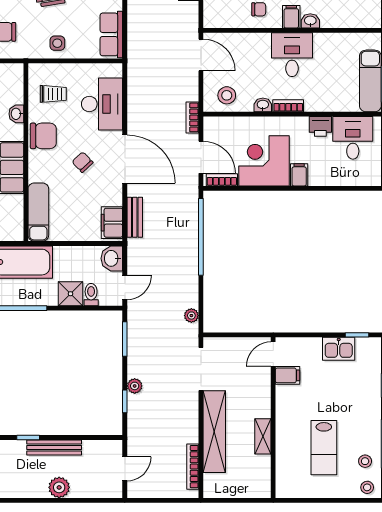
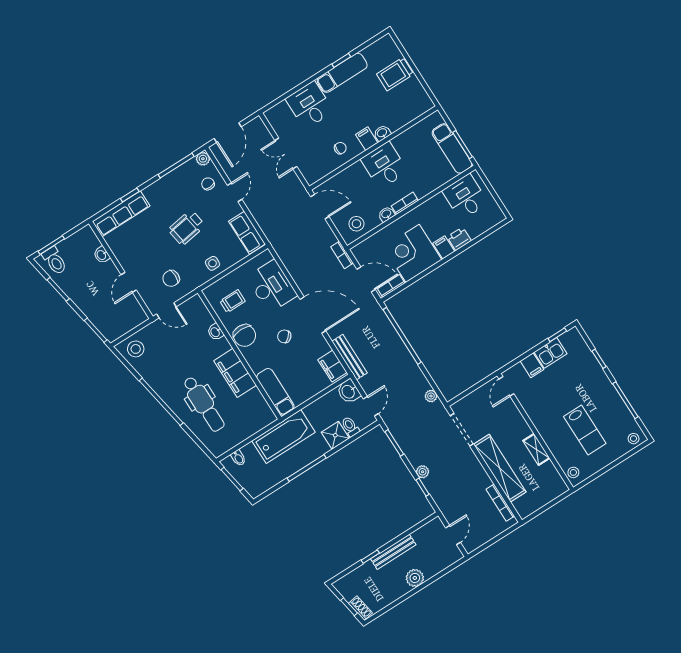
printer: (320, 126) -> (459, 239), moved, turned 180
chair: (43, 136) -> (245, 335), turned 90
bench: (135, 217) -> (350, 357), width x1.36
filing cabinet: (287, 375) -> (532, 365), moved, turned 90
stool: (365, 461) -> (573, 472), moved

